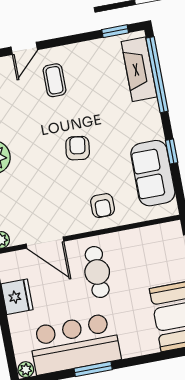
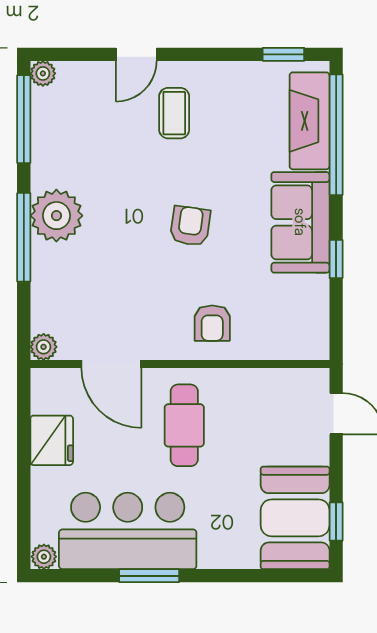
sofa: (153, 173) -> (300, 222), moved

